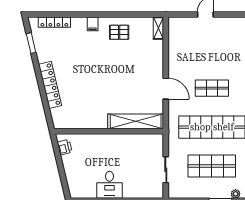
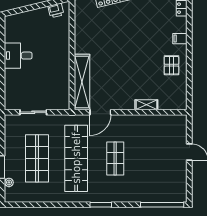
shelving: (158, 28) -> (146, 105), moved
door: (166, 89) -> (100, 112), moved

